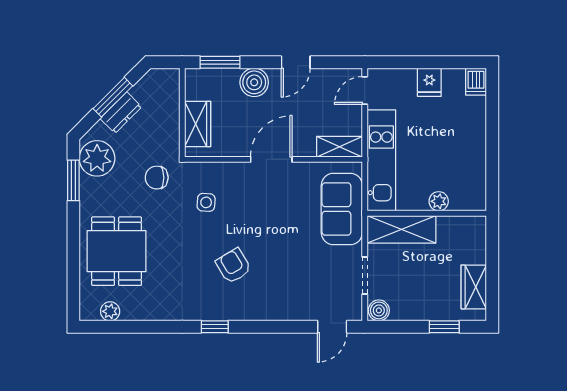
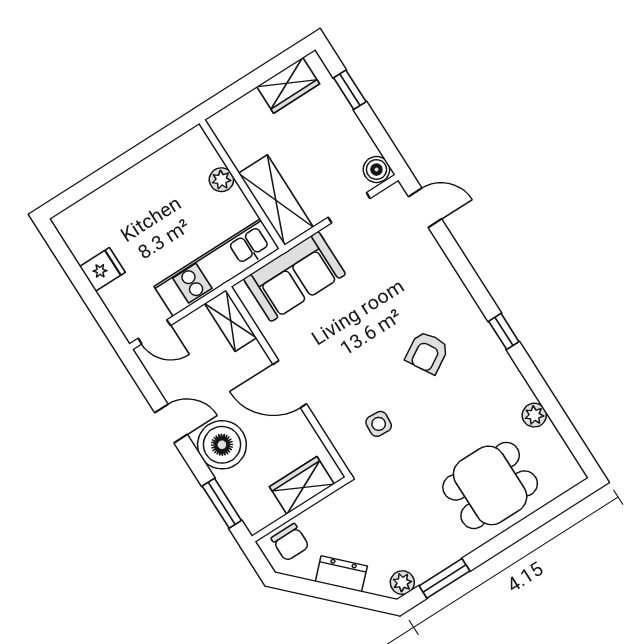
boiler: (254, 82) -> (222, 445), width x1.37, depth x1.37
dishwasher: (476, 82) -> (70, 221), removed
window: (113, 97) -> (330, 592), removed
plant: (97, 158) -> (402, 583), width x0.53, depth x0.53
chair: (157, 178) -> (290, 542), moved
plant: (110, 311) -> (534, 415), moved

